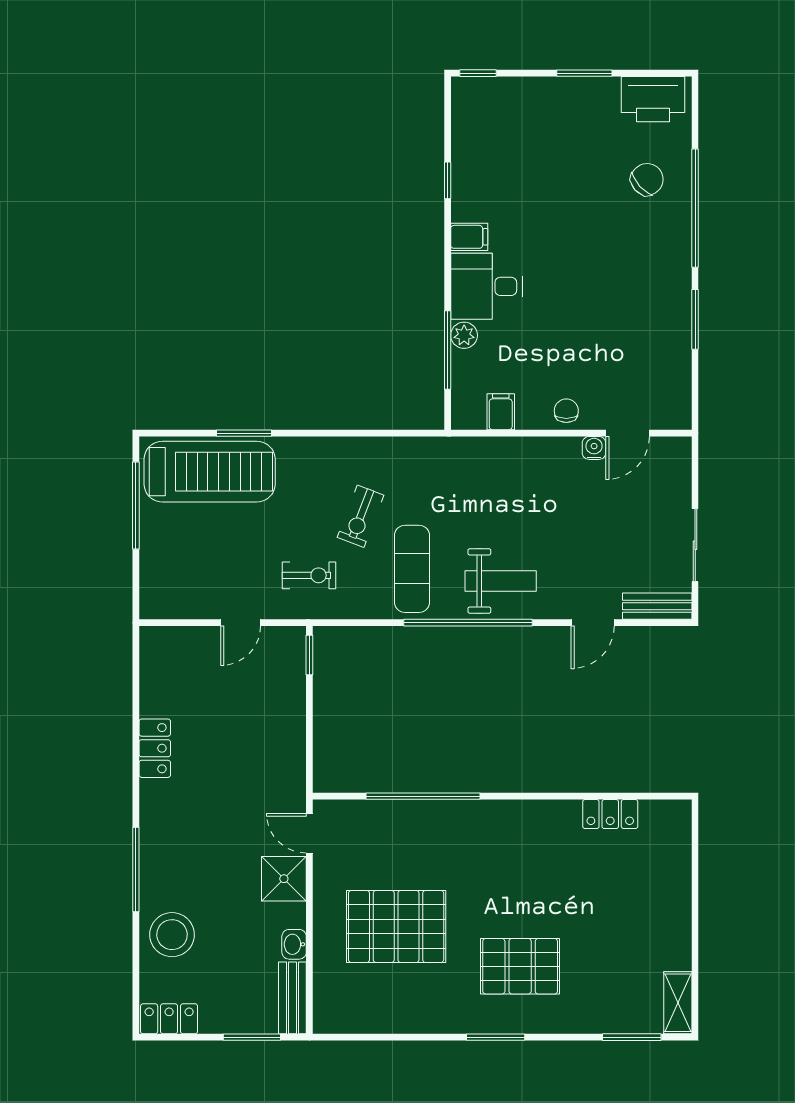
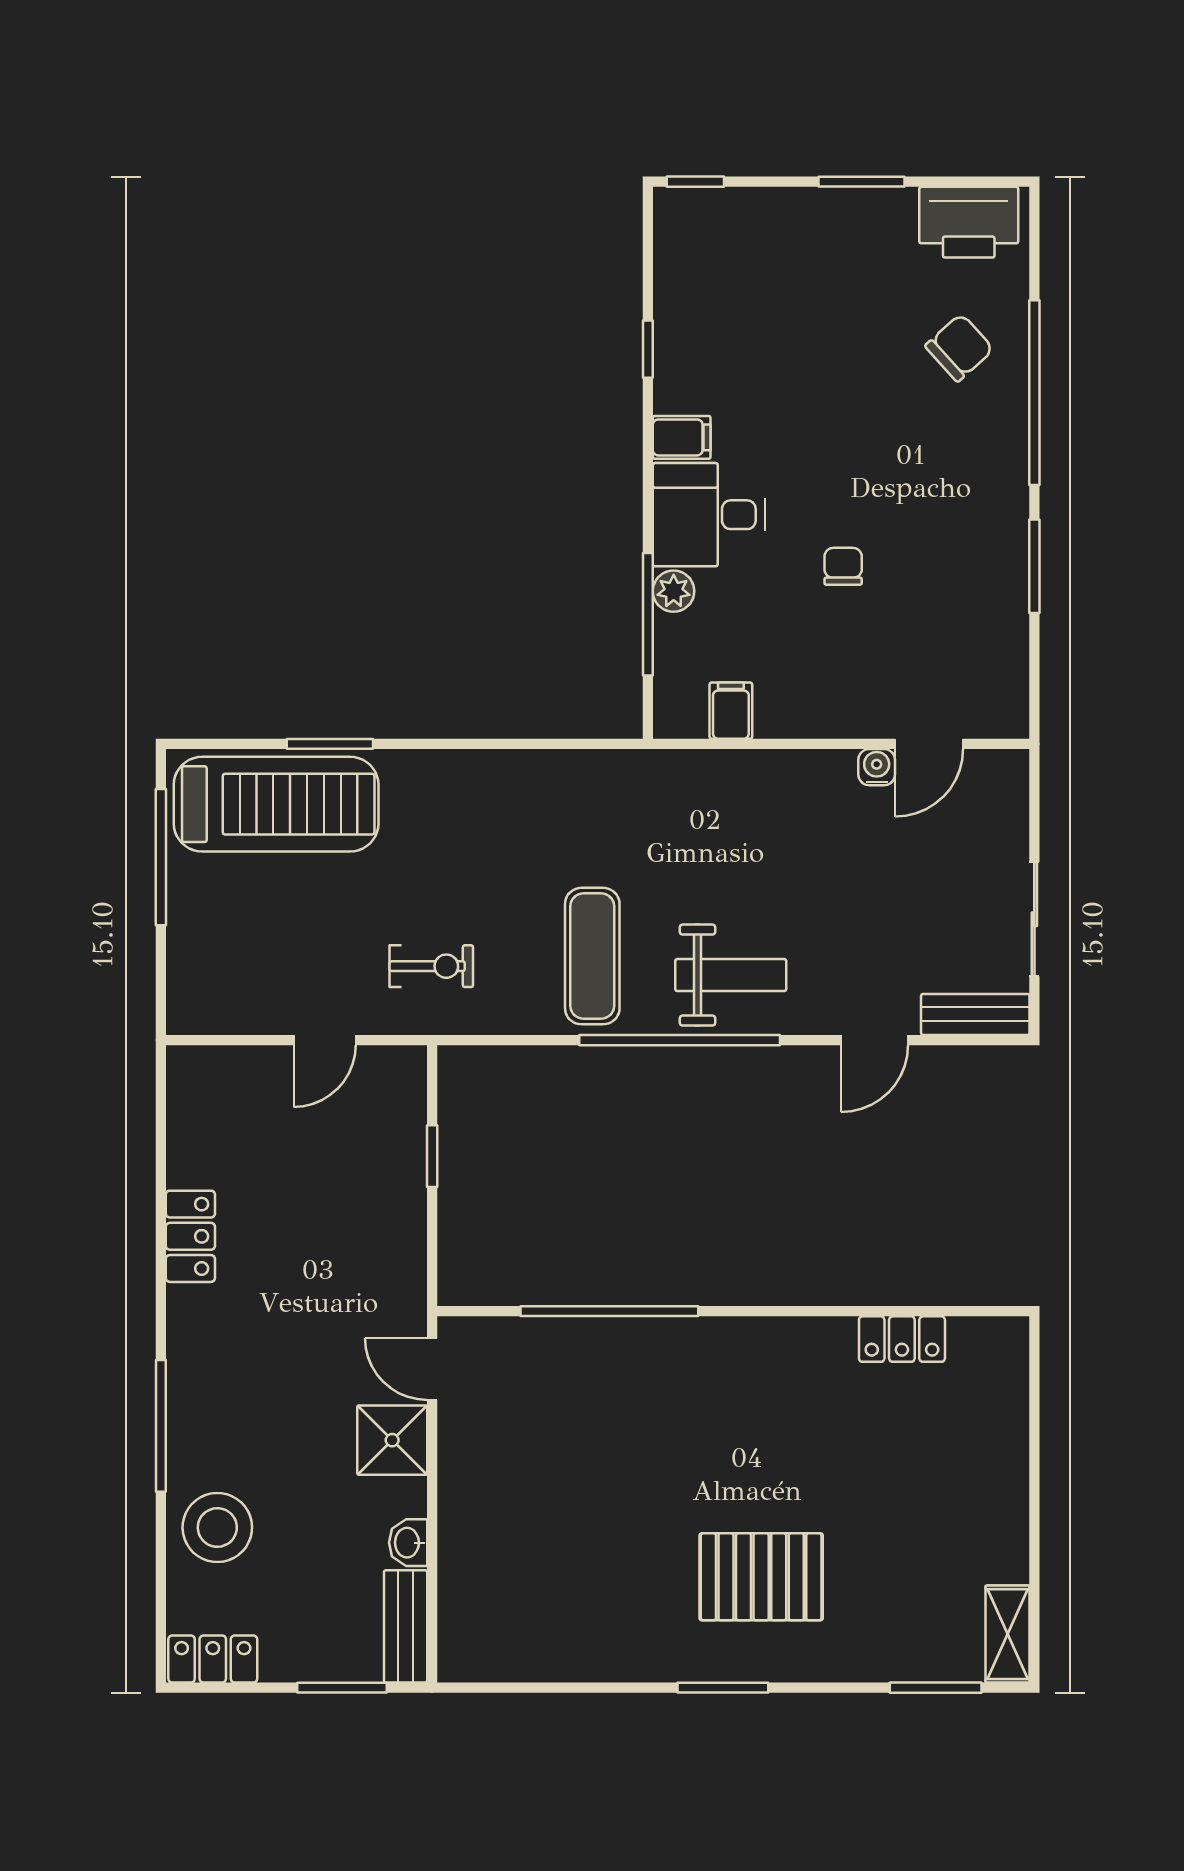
chair: (566, 411) -> (843, 566), moved
exercise bike: (361, 516) -> (512, 874), removed
window: (309, 655) -> (432, 1156), moved
pallet: (396, 926) -> (567, 1515), removed

